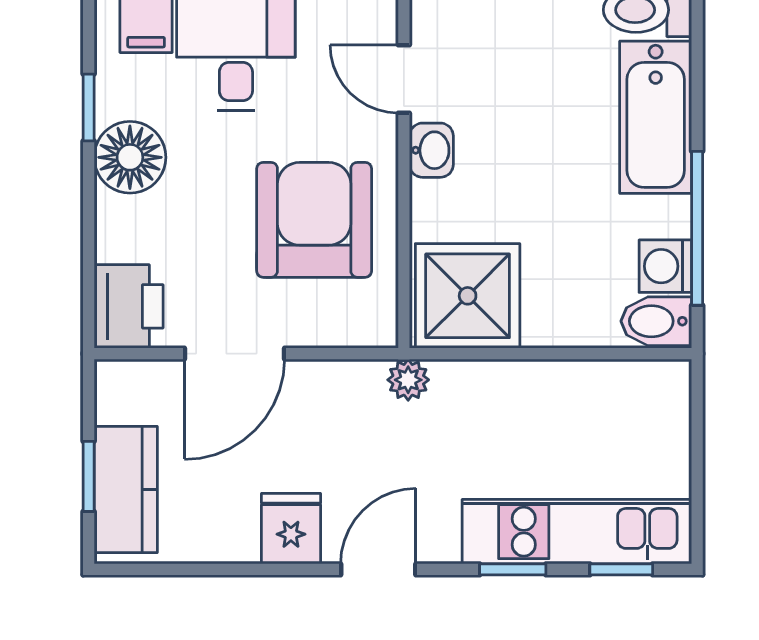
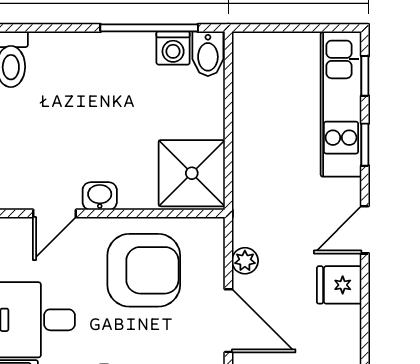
bathtub: (656, 117) -> (79, 54), removed
armchair: (314, 220) -> (144, 270), turned 180
plant: (408, 380) -> (245, 261), moved
door: (378, 569) -> (365, 230), hinge flipped

